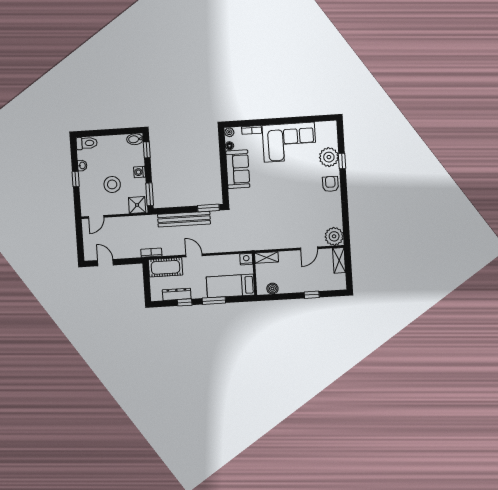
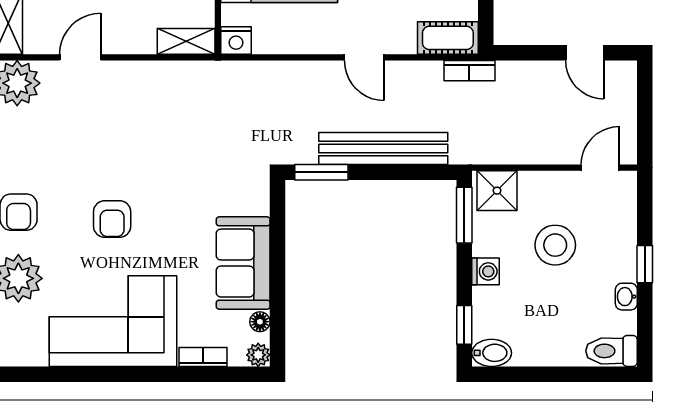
armchair: (292, 184) -> (112, 219), added
cot: (165, 267) -> (448, 38), width x0.73, depth x0.75

